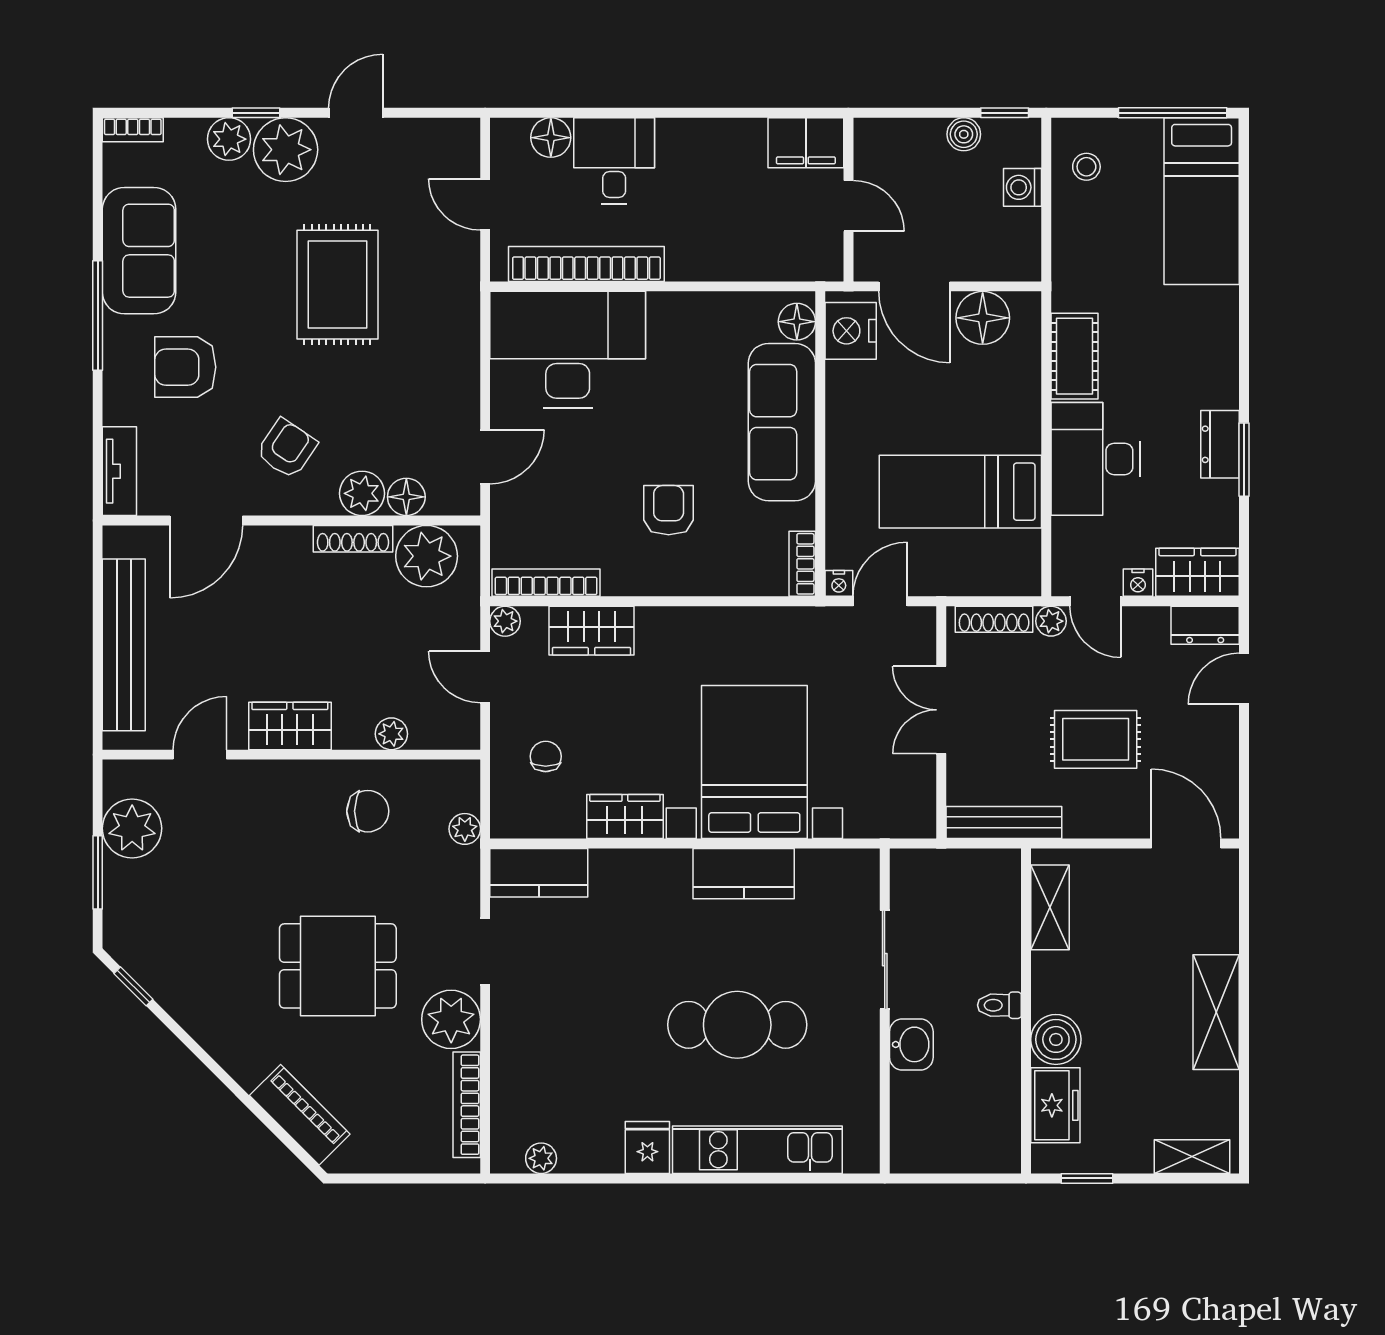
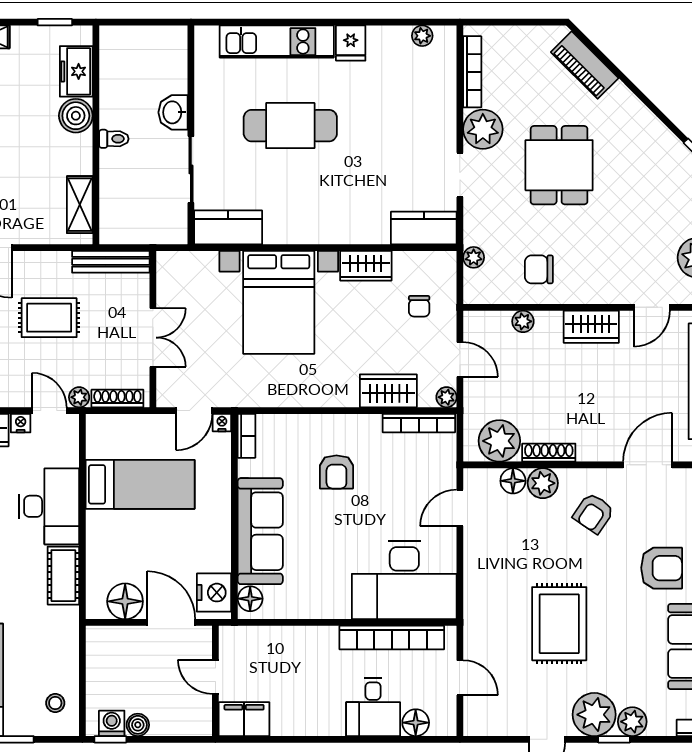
washing machine: (1022, 187) -> (112, 723), moved, turned -90
kitchen counter: (744, 874) -> (228, 227), moved
dining table: (338, 966) -> (559, 165), turned 90

